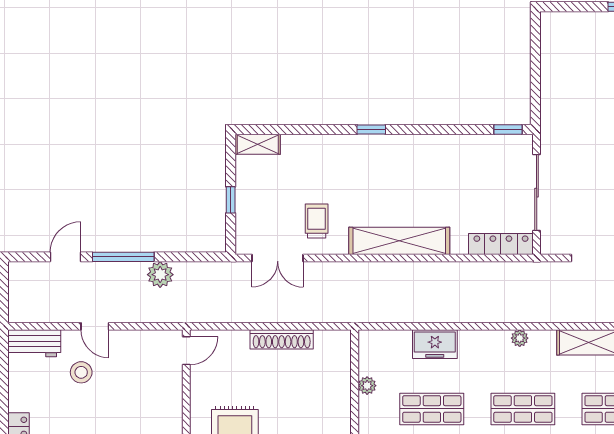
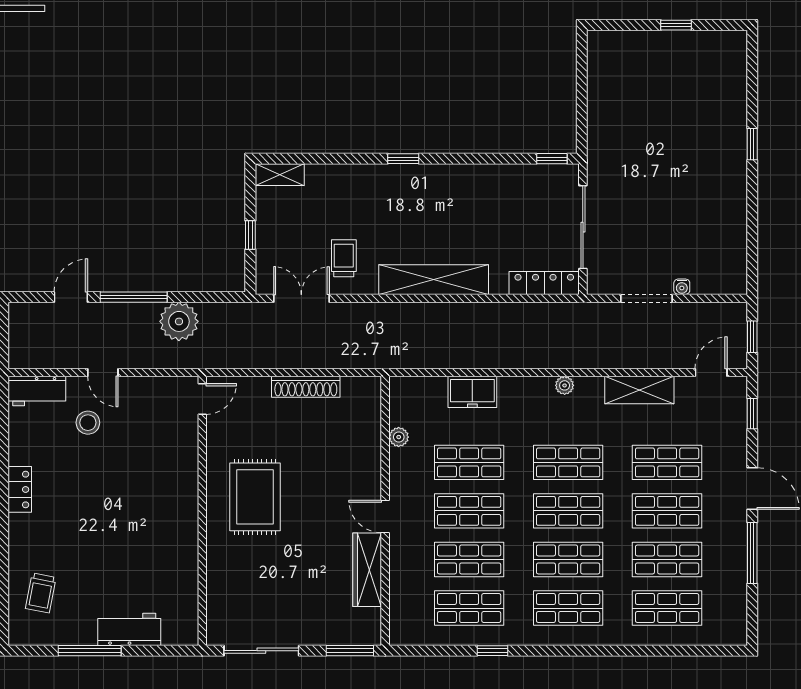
double door: (278, 258) -> (301, 298), swing flipped
plant: (160, 275) -> (179, 321), width x1.36, depth x1.36

